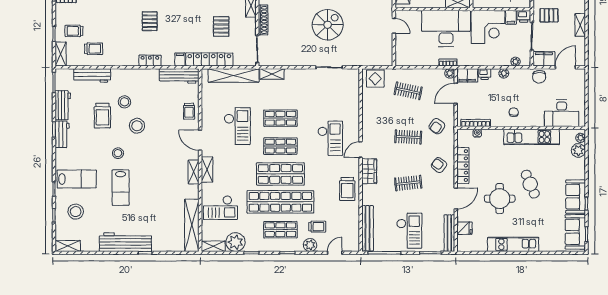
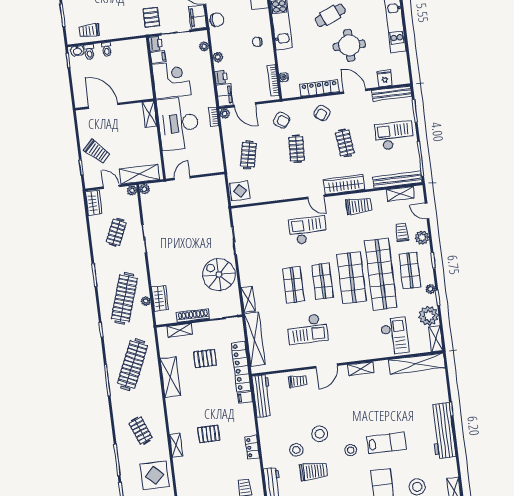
spiral stairs: (328, 25) -> (219, 275), moved
locker: (150, 61) -> (252, 447), moved
checkout: (237, 126) -> (307, 329), turned 180
shelving: (207, 170) -> (400, 194), moved
wardrobe: (369, 171) -> (344, 184), width x1.50
plant: (261, 247) -> (430, 289), added

